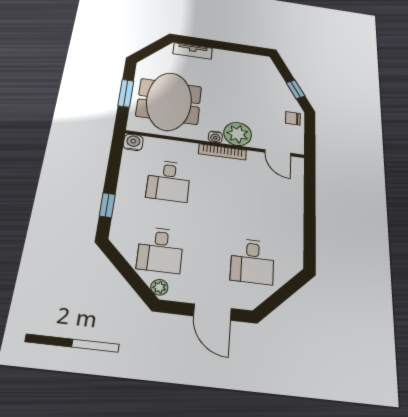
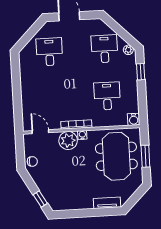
window: (296, 89) -> (40, 199), moved
plant: (159, 287) -> (128, 50), moved

